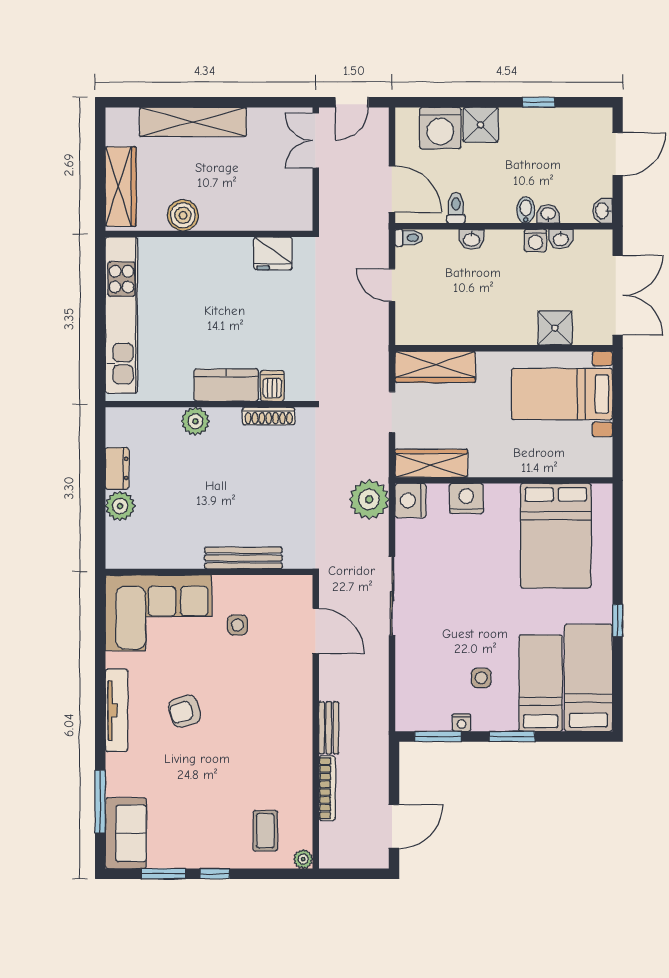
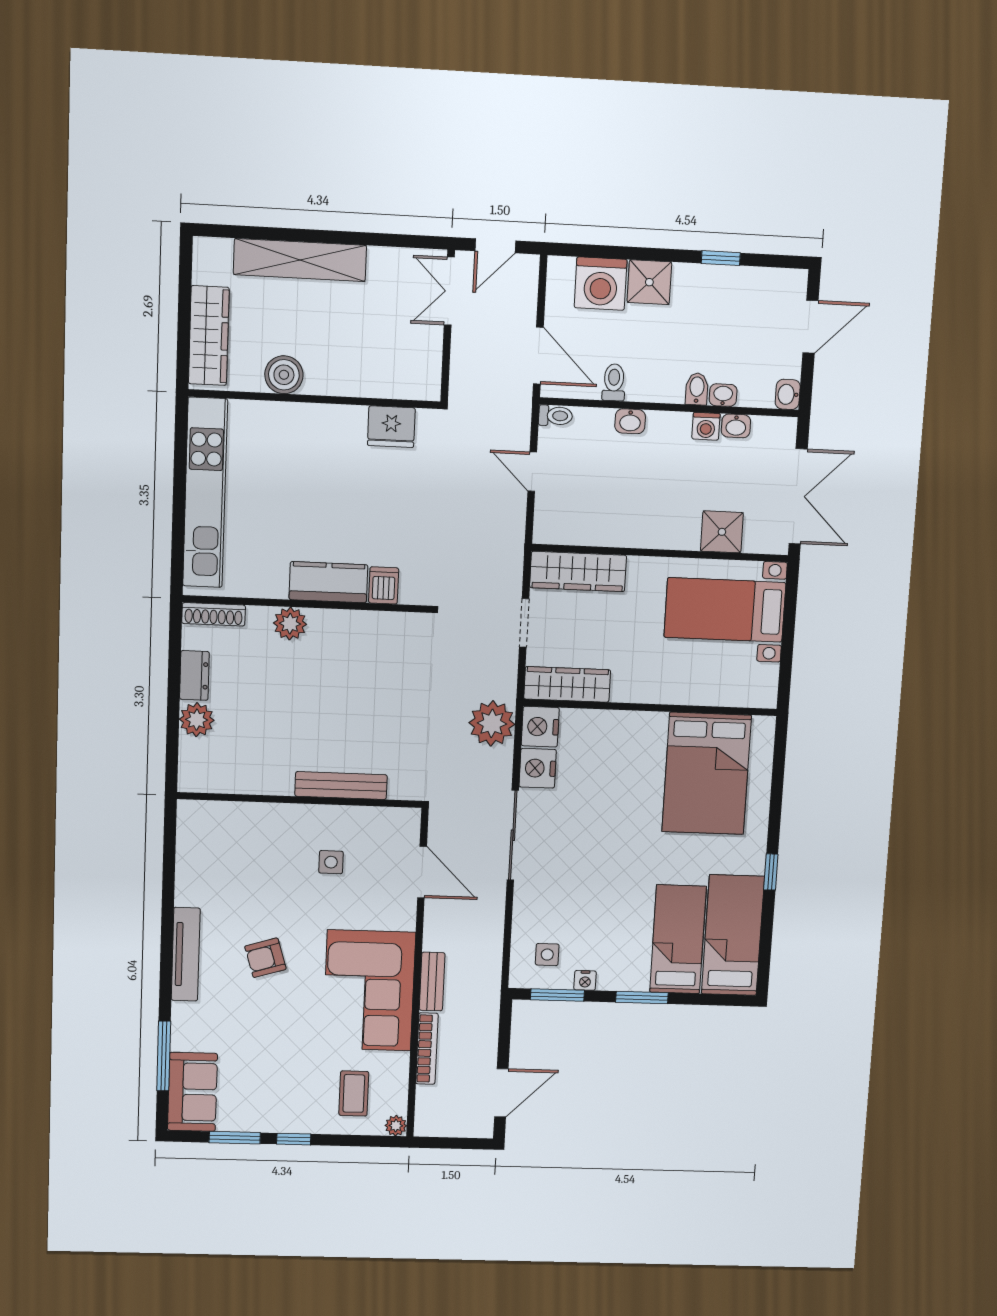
shoe rack: (269, 416) -> (214, 614), moved
nightstand: (466, 499) -> (538, 768), moved, turned -90
corner sofa: (158, 613) -> (369, 990), moved, turned 90
side table: (481, 678) -> (547, 955), moved

